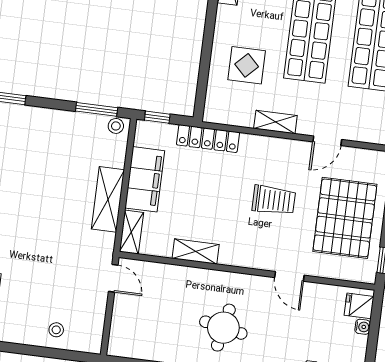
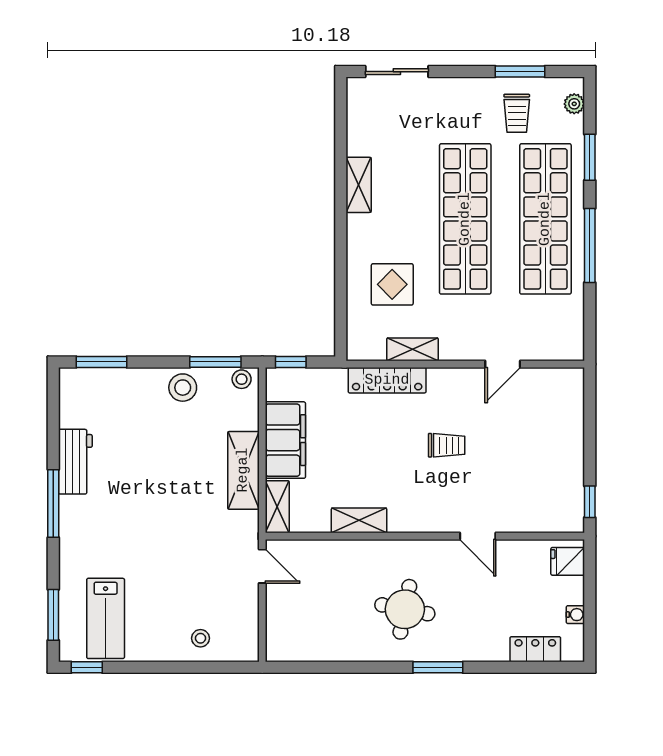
shelving: (275, 122) -> (413, 349), moved
stool: (68, 127) -> (183, 388), added
locker: (208, 139) -> (387, 380), moved
trolley: (274, 200) -> (447, 445), width x0.73, depth x0.72
pallet: (345, 218) -> (537, 456), removed
water cooler: (363, 327) -> (575, 615), moved

